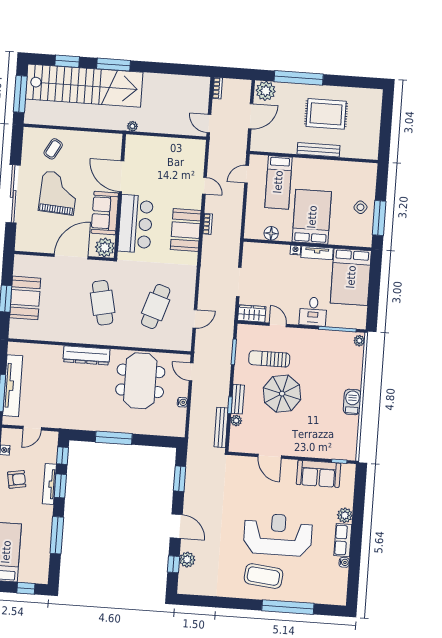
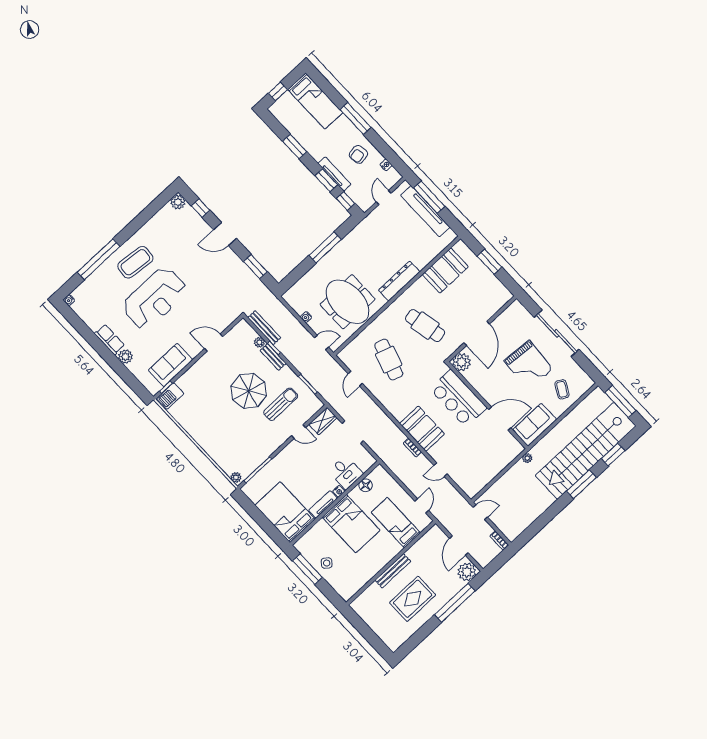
sofa: (105, 213) -> (535, 425), moved, turned -90
booth: (25, 298) -> (445, 271), moved, turned 90
desk: (313, 311) -> (346, 472), moved, turned 180
barbecue: (352, 402) -> (170, 396), moved, turned 90
window: (57, 535) -> (295, 146), width x0.69
plant: (187, 560) -> (178, 202), moved
water cooler: (344, 562) -> (69, 300), moved

